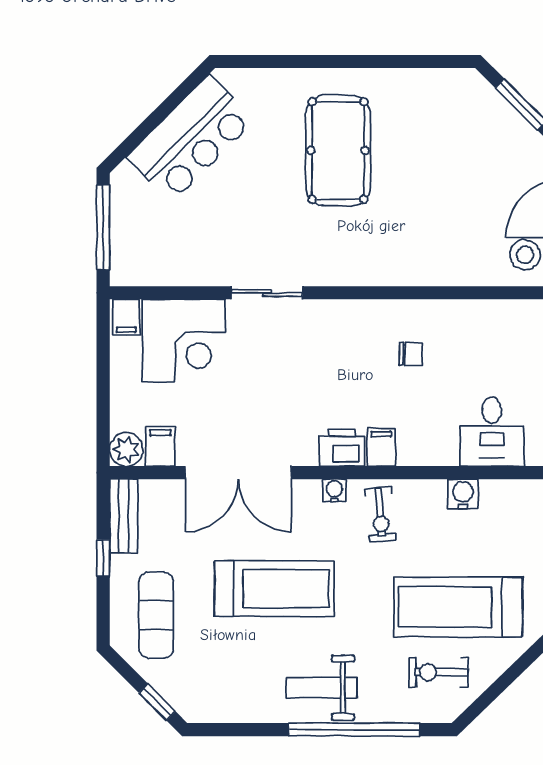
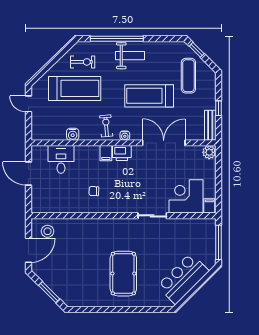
filing cabinet: (160, 446) -> (195, 154), removed
exercise mat: (156, 615) -> (188, 76), moved

